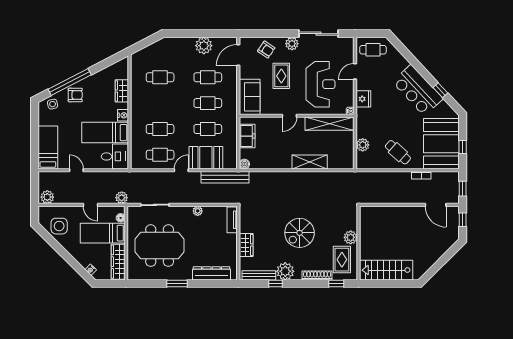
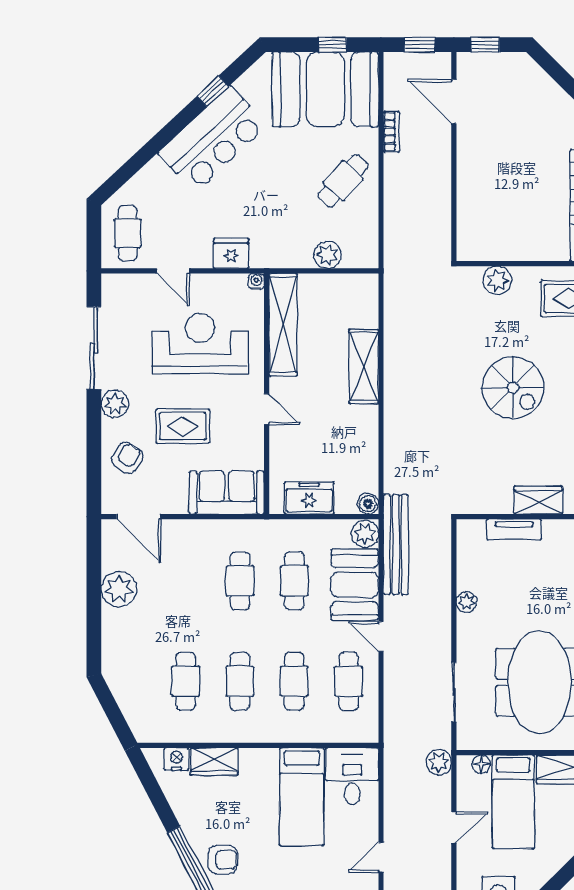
cafe table: (208, 77) -> (240, 681), moved
armchair: (75, 95) -> (223, 860), turned 90
nightstand: (123, 115) -> (176, 759), moved
plant: (230, 163) -> (365, 534), added
door: (436, 205) -> (454, 102), swing flipped
tv unit: (232, 220) -> (514, 530), moved
plant: (351, 237) -> (497, 280), moved

